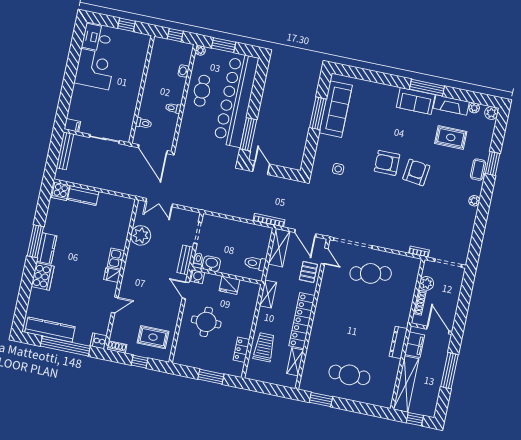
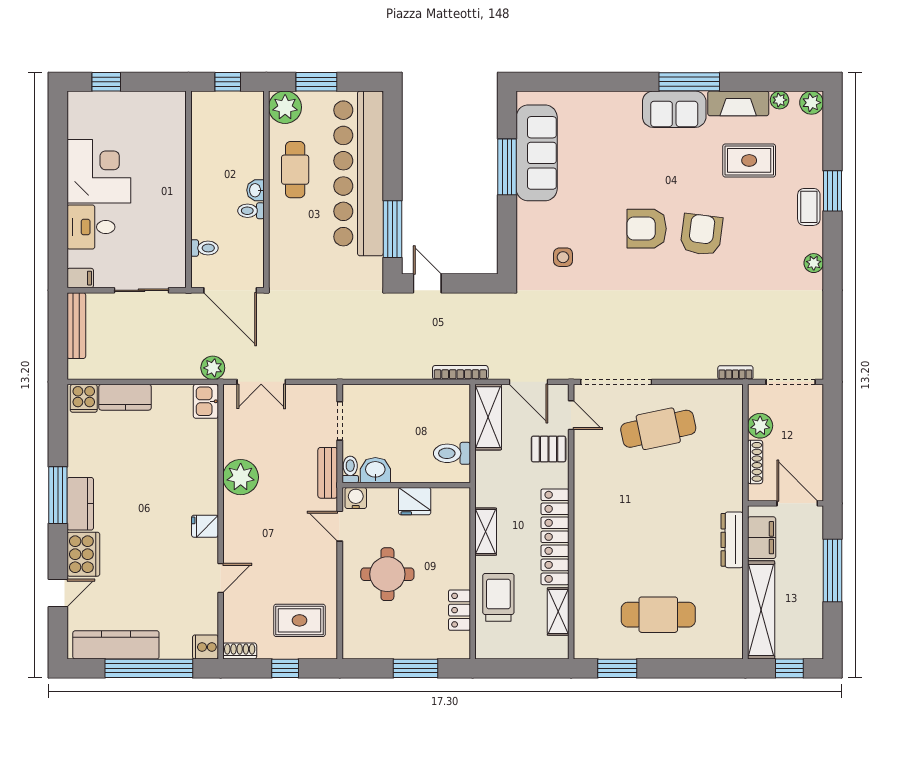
window: (126, 25) -> (106, 82), moved
desk: (97, 38) -> (91, 227), moved
plant: (200, 50) -> (285, 107), width x1.88, depth x1.88
washbasin: (184, 71) -> (256, 190), moved
plant: (134, 189) -> (213, 368), added
plant: (141, 235) -> (241, 477), moved
kitchen sink: (116, 259) -> (206, 401), moved
pallet: (308, 272) -> (549, 449), turned 90
shelving: (268, 294) -> (486, 532), moved
door: (24, 295) -> (58, 593), added

